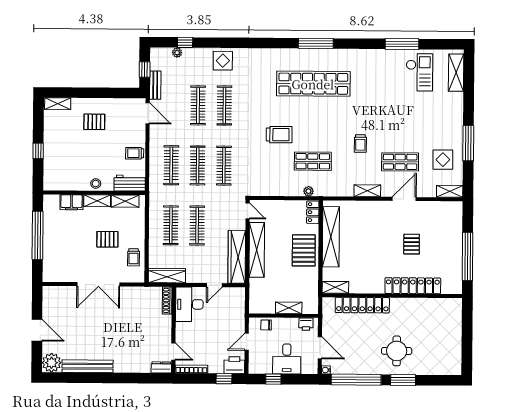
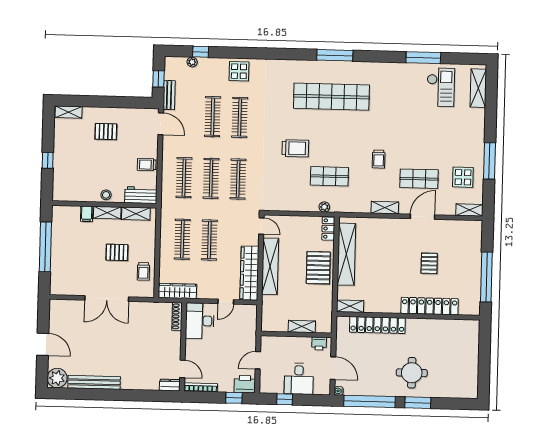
filing cabinet: (71, 202) -> (87, 214), width x0.50
chair: (266, 325) -> (278, 343), removed

